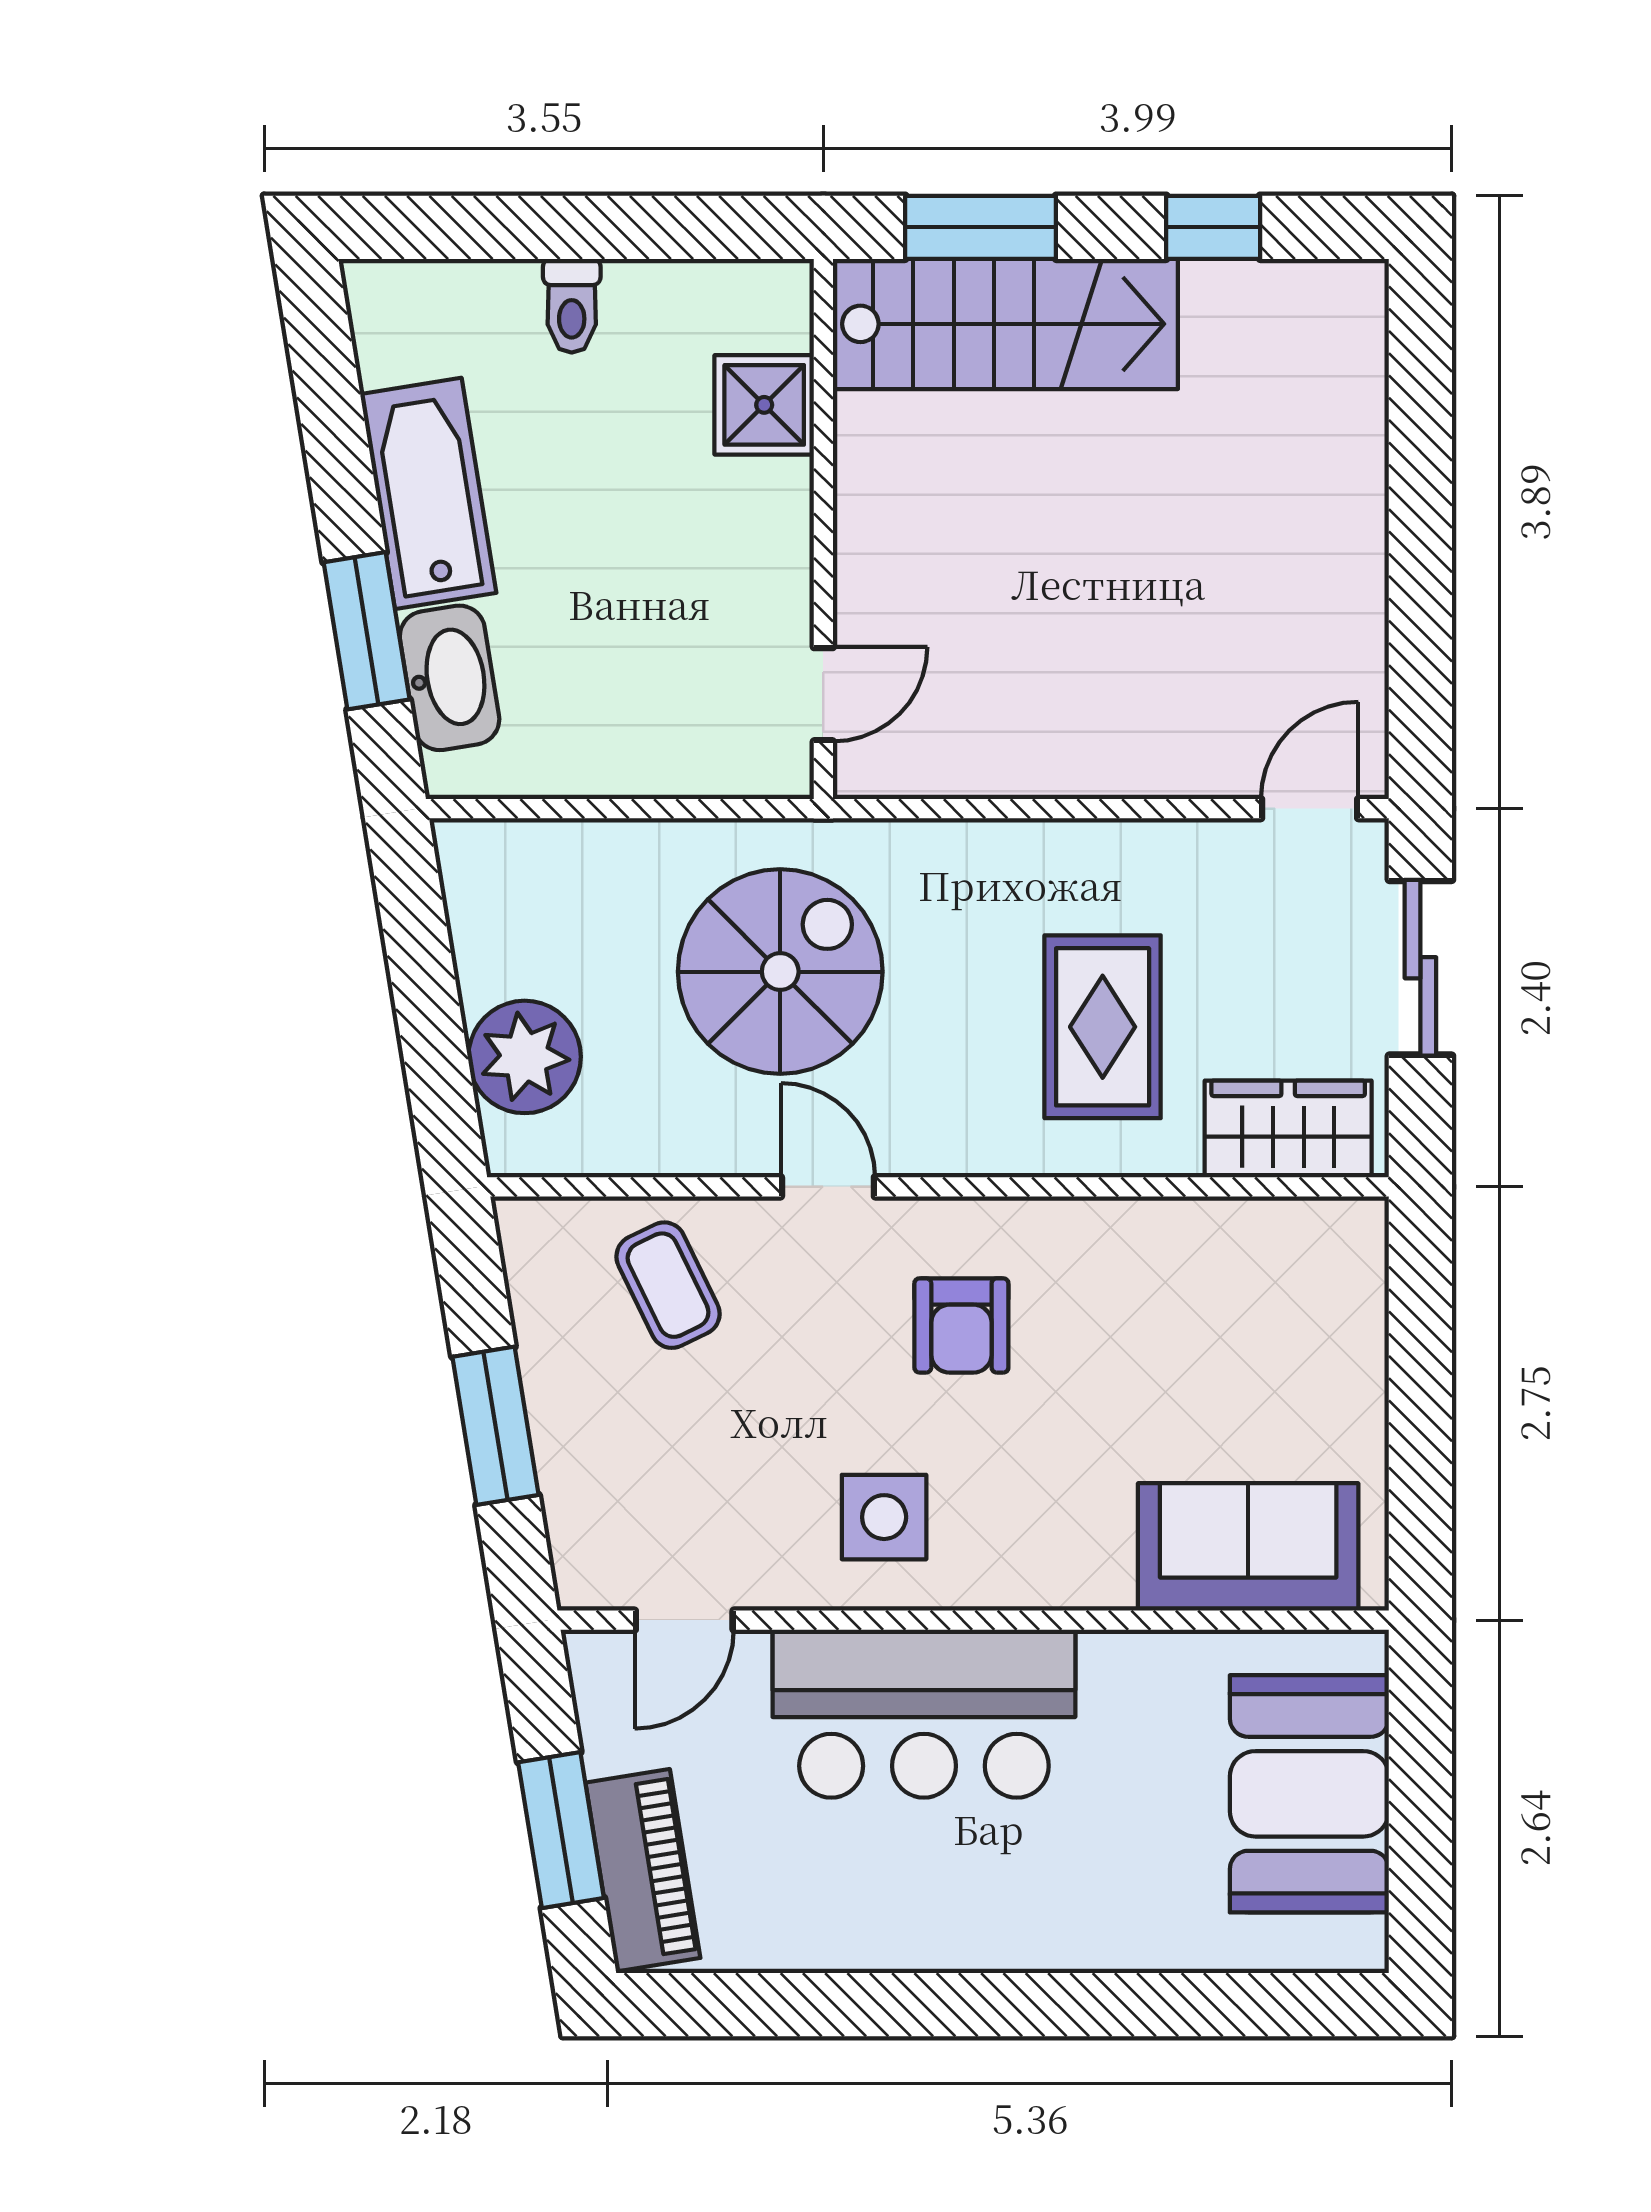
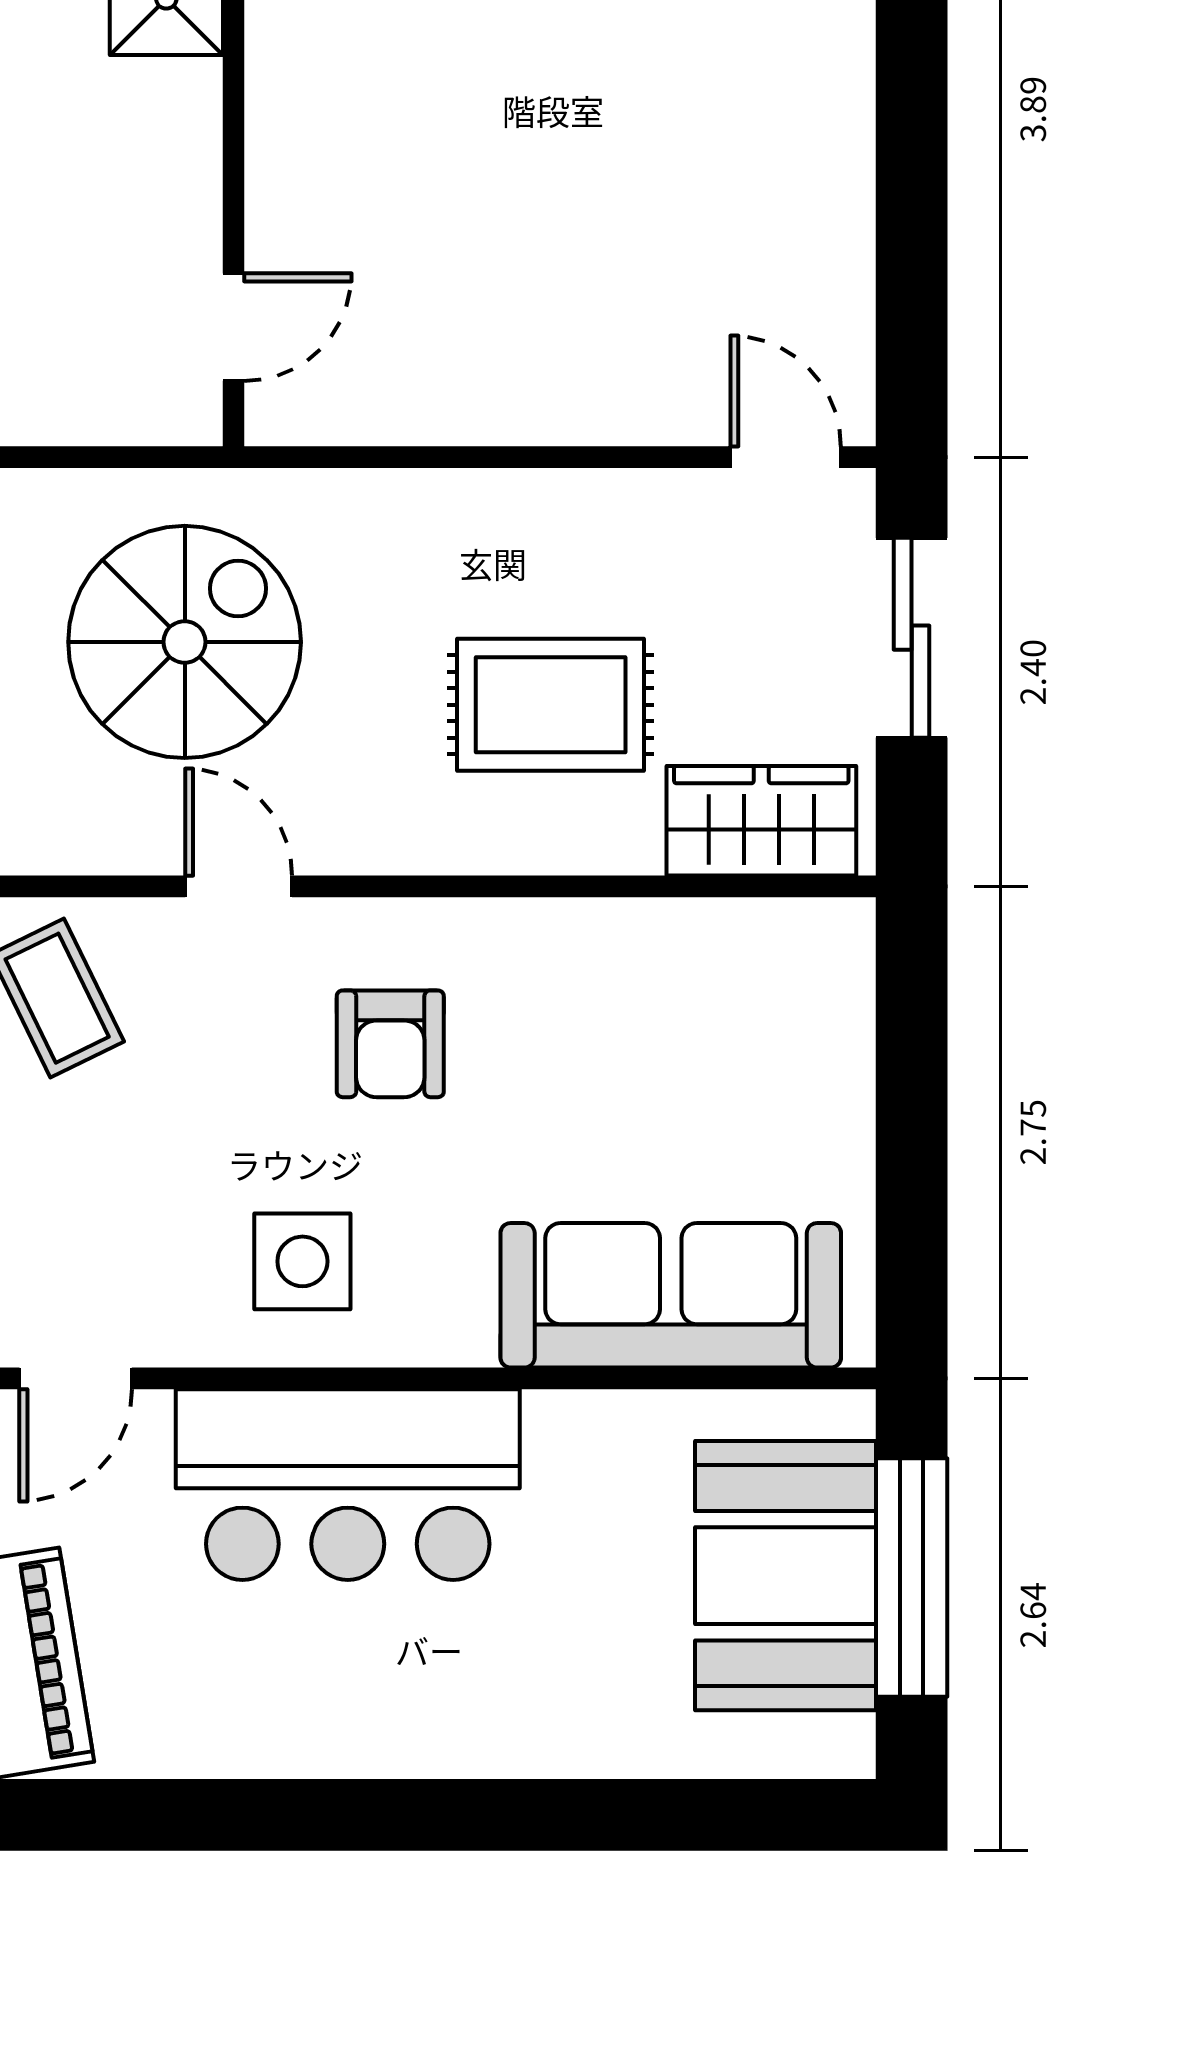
door: (1310, 809) -> (786, 457), hinge flipped
rug: (1103, 1027) -> (551, 705), turned 90
sofa: (1248, 1547) -> (671, 1295), width x1.36
window: (1420, 1796) -> (912, 1578), added

